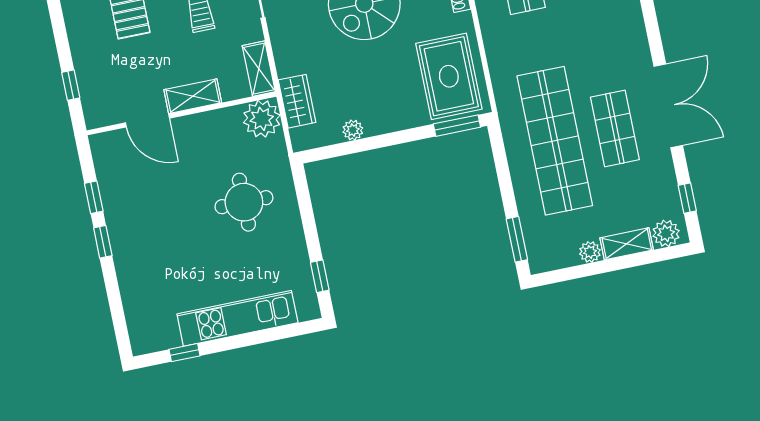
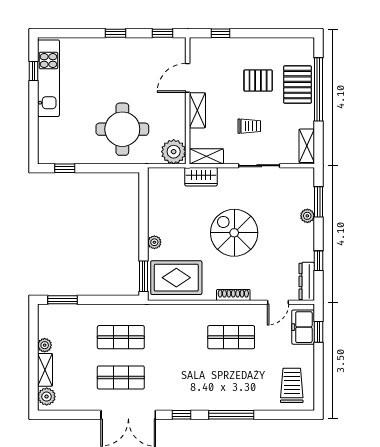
wardrobe: (297, 101) -> (201, 177), moved
plant: (353, 130) -> (154, 242), moved
shop shelf: (555, 141) -> (121, 337), width x0.50, depth x0.74
window: (94, 197) -> (162, 33), moved
window: (687, 198) -> (182, 415), moved
round table: (244, 202) -> (122, 129), width x1.36, depth x1.36
kitchen unit: (237, 318) -> (48, 78), moved

